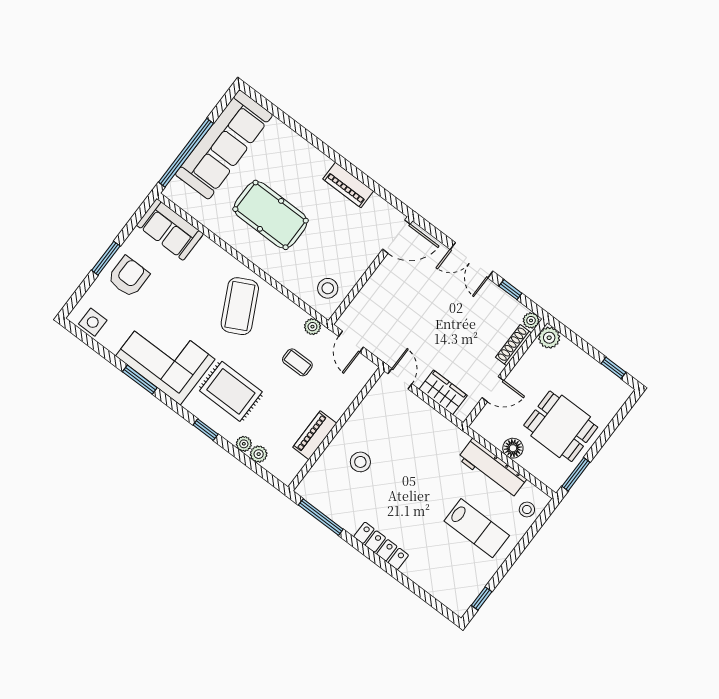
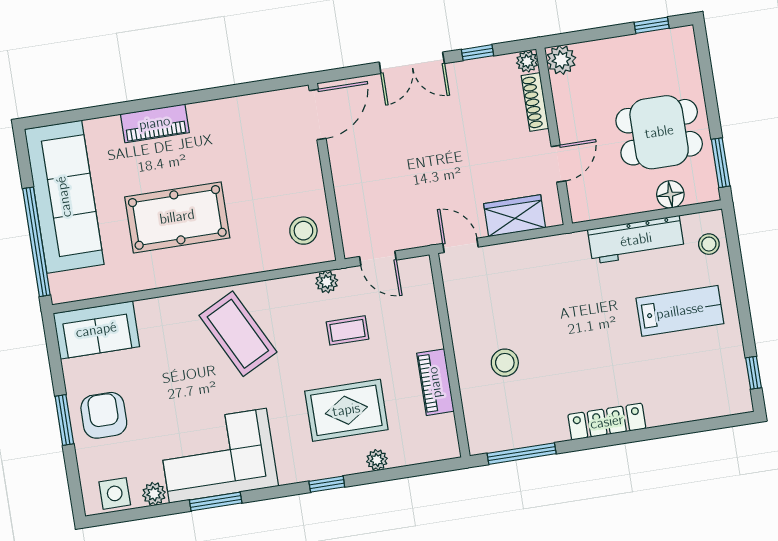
piano: (348, 185) -> (155, 123), moved
rug: (231, 391) -> (346, 410), moved
floor lamp: (513, 448) -> (670, 194), moved
plant: (259, 454) -> (154, 494), moved

